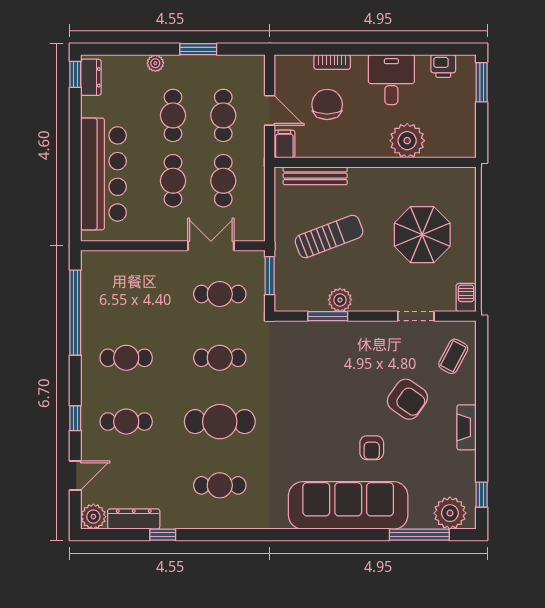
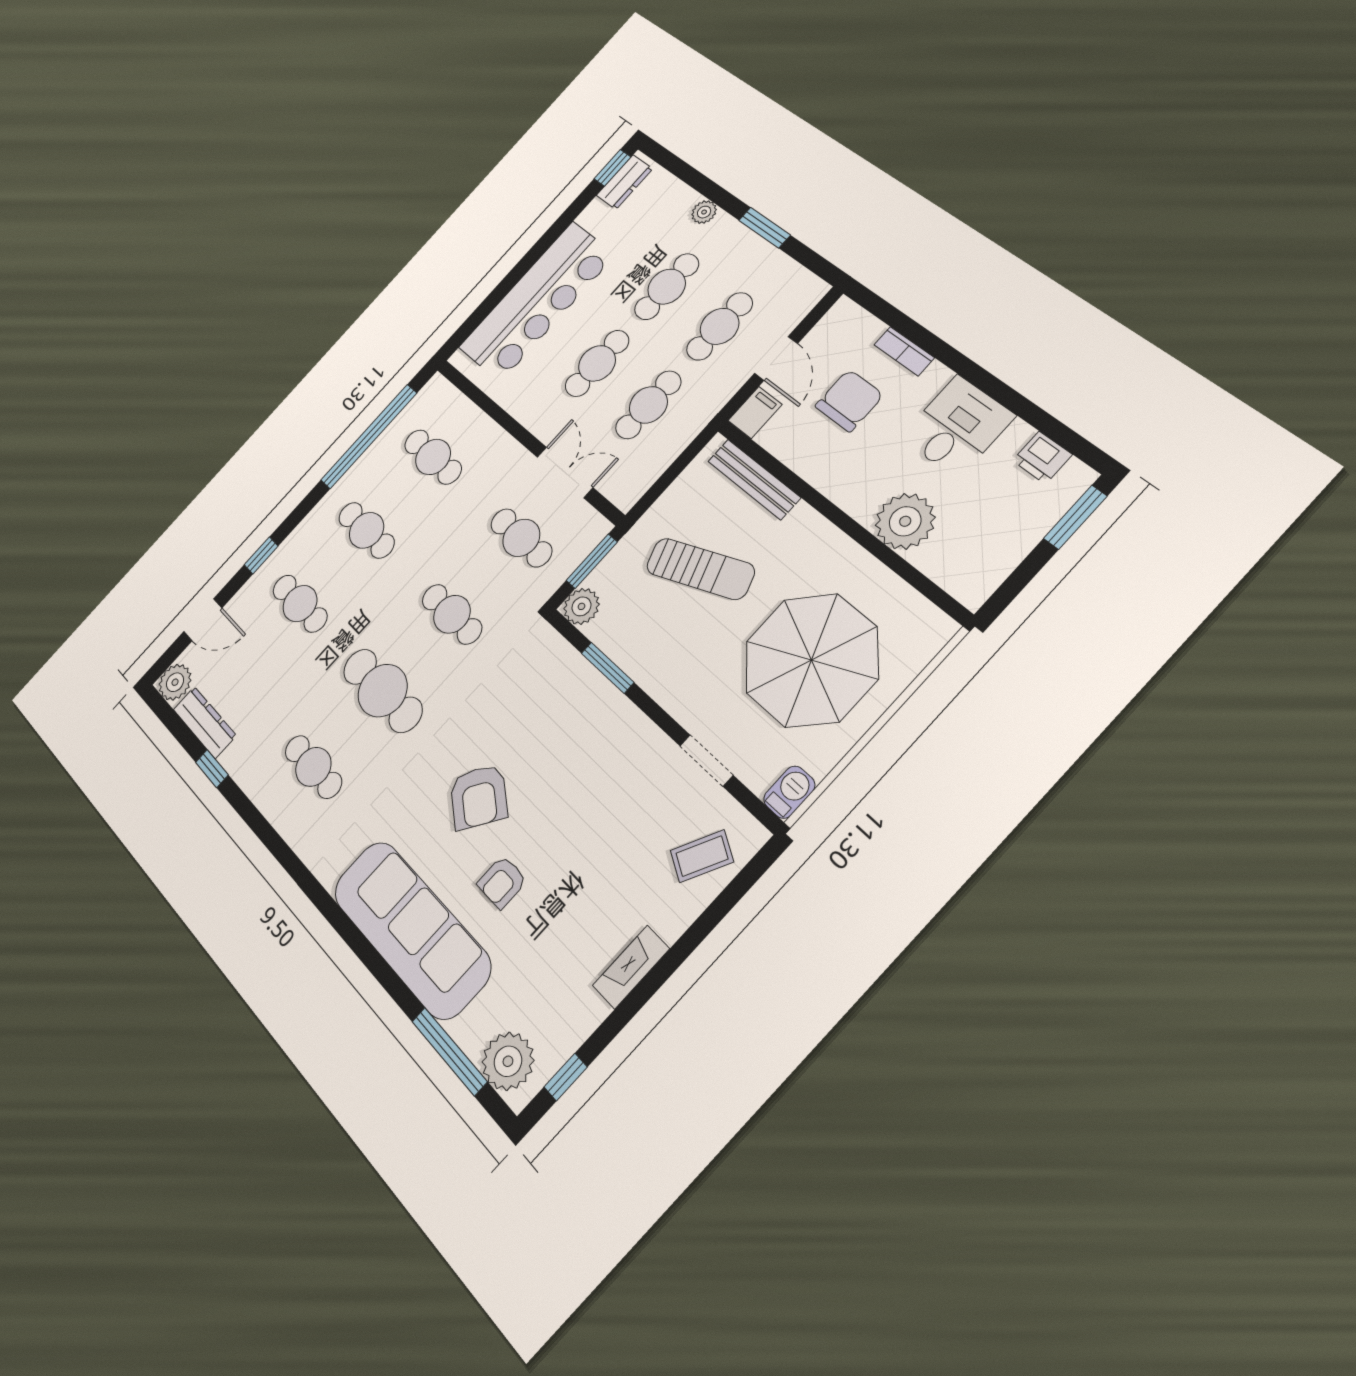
parasol: (422, 235) -> (811, 660), width x1.36, depth x1.36
cafe table: (126, 294) -> (433, 457), added
plant: (340, 300) -> (581, 606), moved
armchair: (407, 399) -> (479, 797), moved

